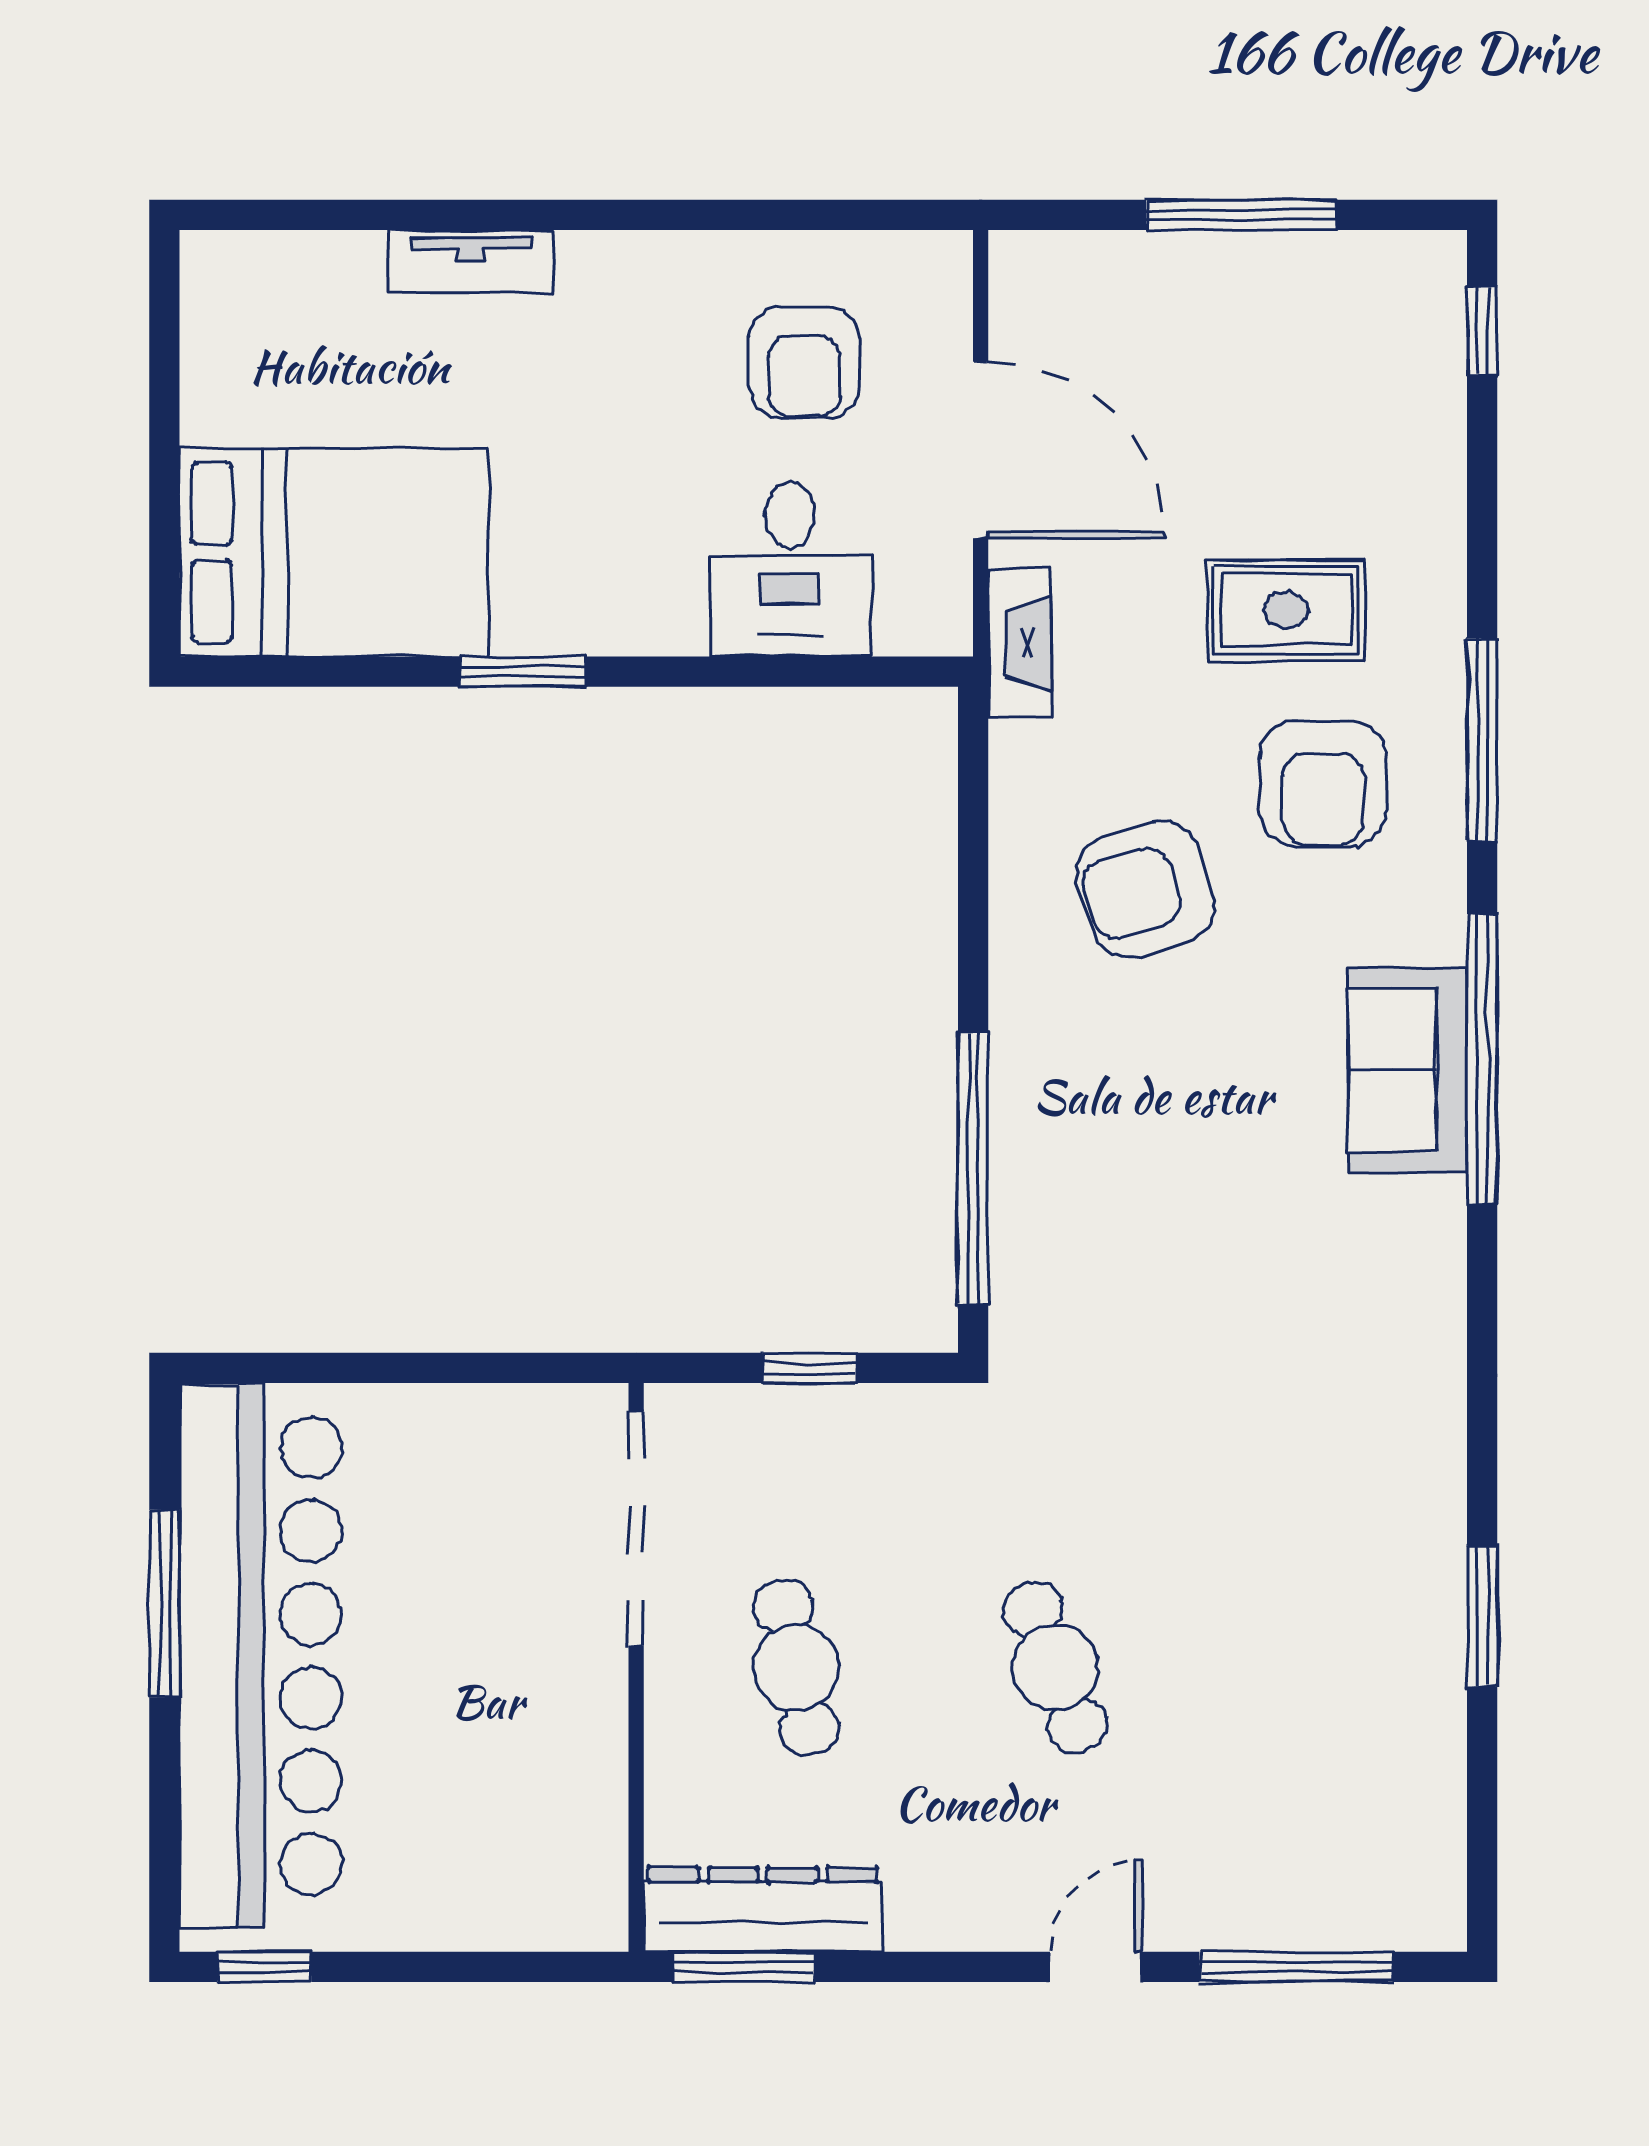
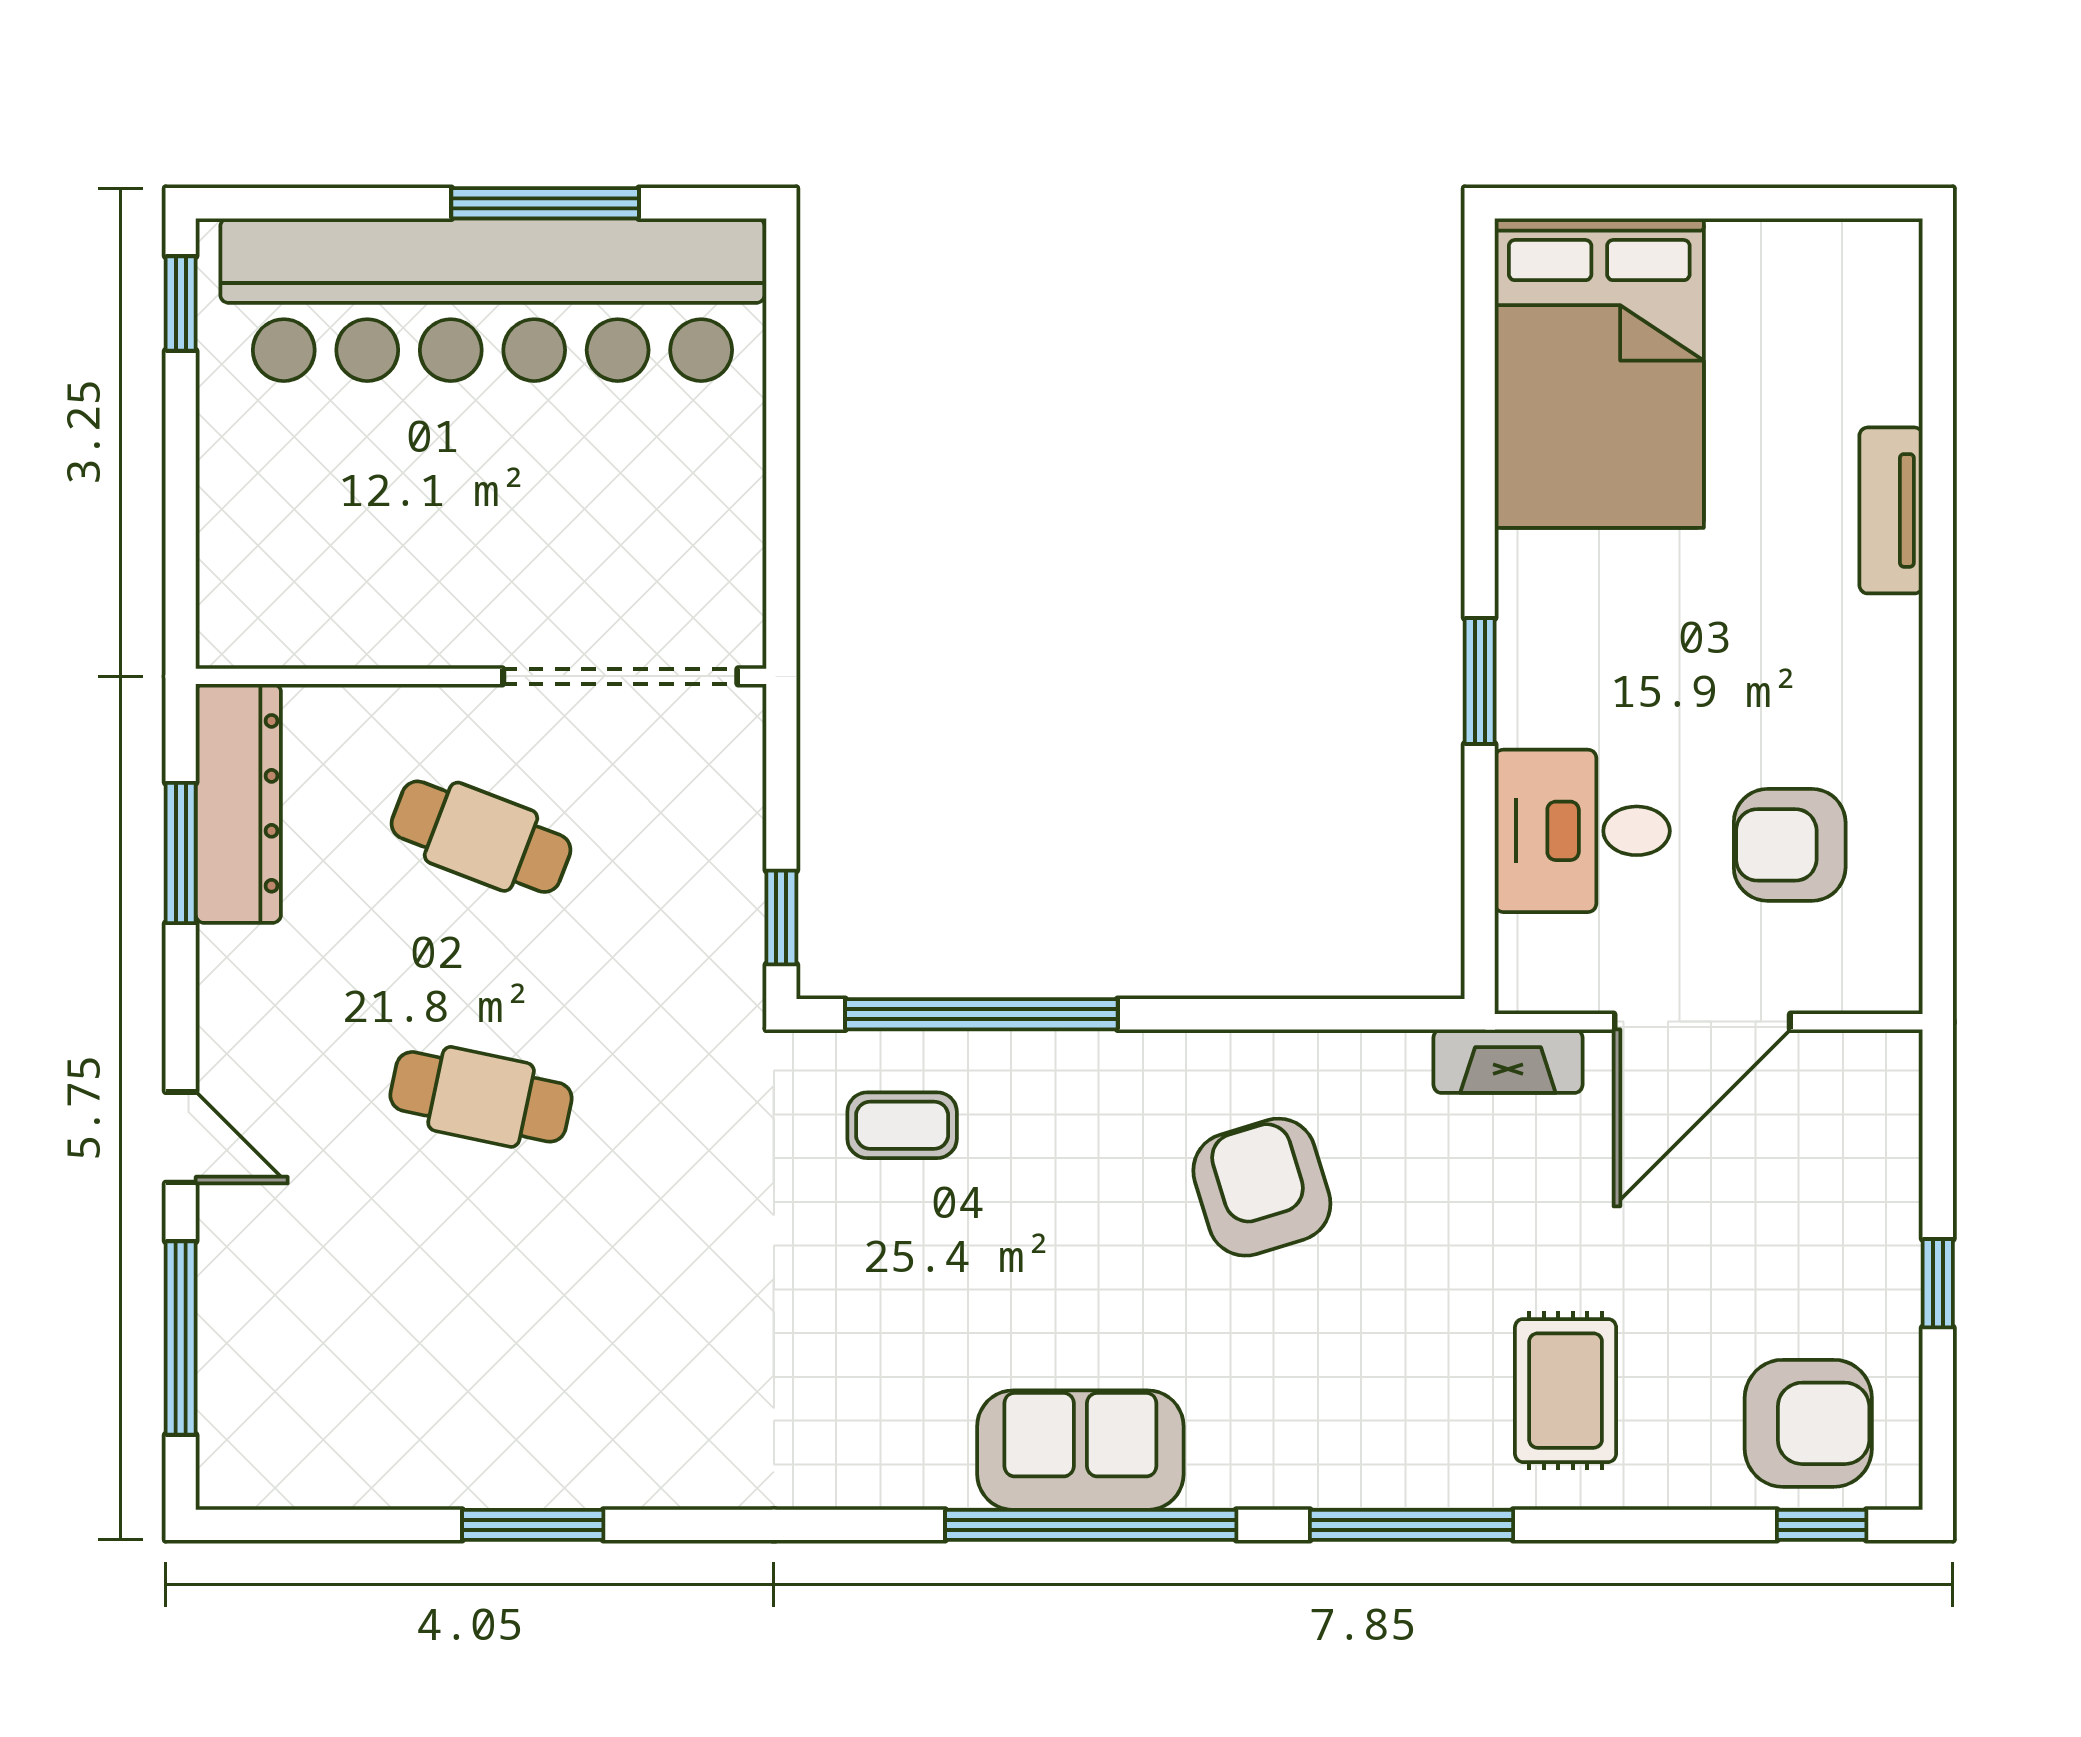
window: (1241, 215) -> (1938, 1283), width x0.46
rug: (1286, 610) -> (1566, 1391), moved
window: (523, 672) -> (1480, 681), moved
armchair: (1323, 783) -> (1808, 1423), moved, turned 180
coffee table: (1084, 1248) -> (902, 1125), added
window: (810, 1368) -> (781, 917), moved
cafe table: (796, 1667) -> (481, 837), turned 33
cafe table: (1055, 1667) -> (481, 1097), turned 33
window: (744, 1967) -> (181, 853), moved

